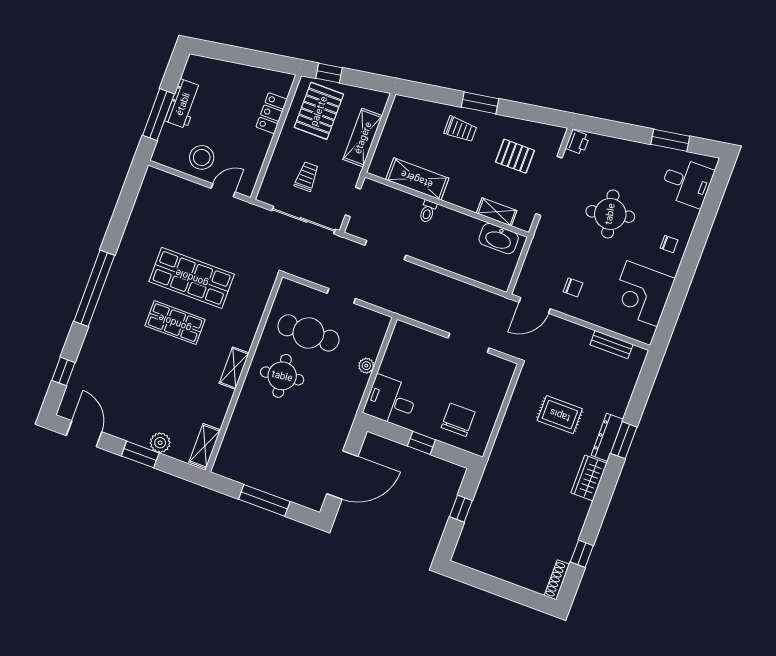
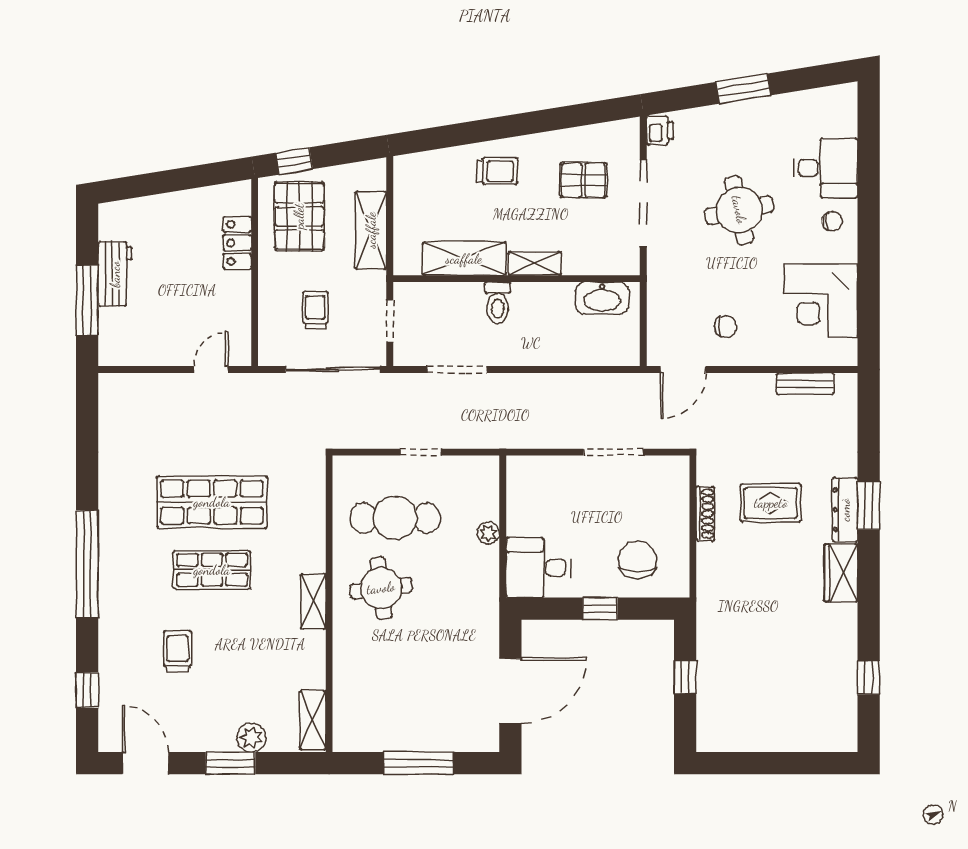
window: (480, 103) -> (510, 126), removed
window: (670, 140) -> (743, 89), moved
stool: (202, 157) -> (166, 336), removed
desk: (687, 182) -> (826, 168), moved
toilet: (428, 211) -> (498, 303), width x1.37, depth x1.39
shelving: (497, 212) -> (535, 263), moved
trolley: (132, 368) -> (178, 652), added
shoe rack: (557, 580) -> (705, 514), moved, turned 180

